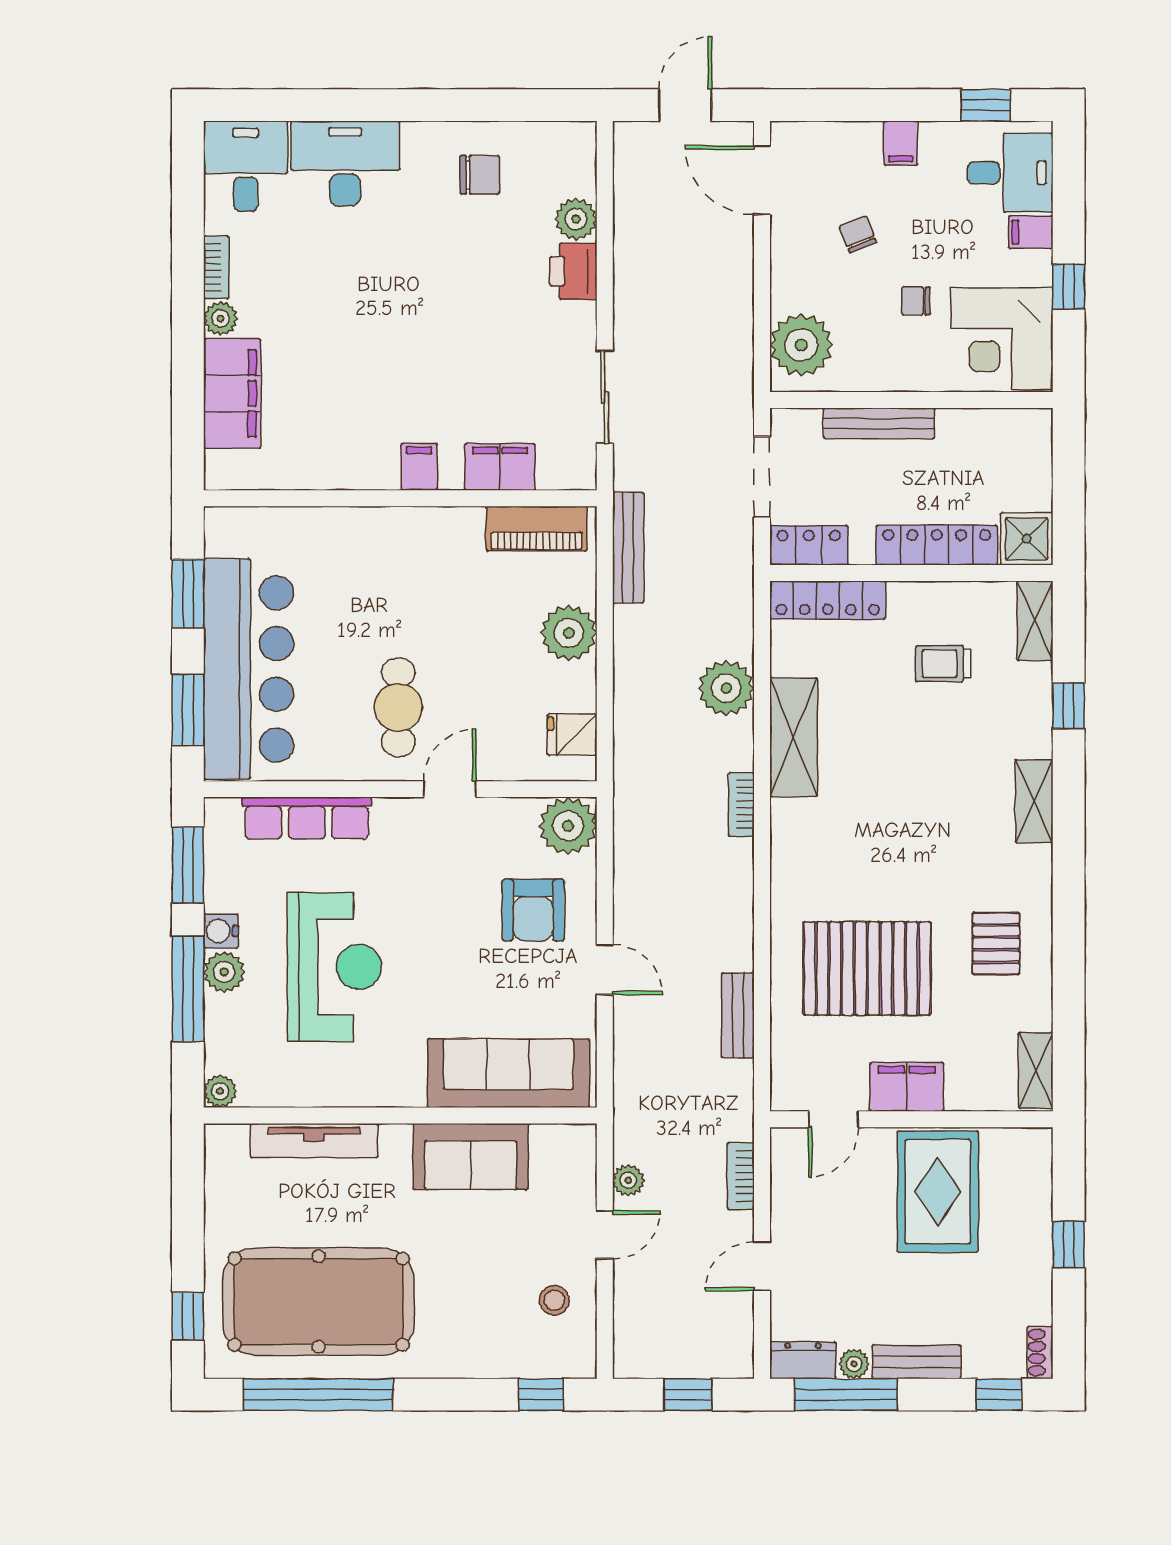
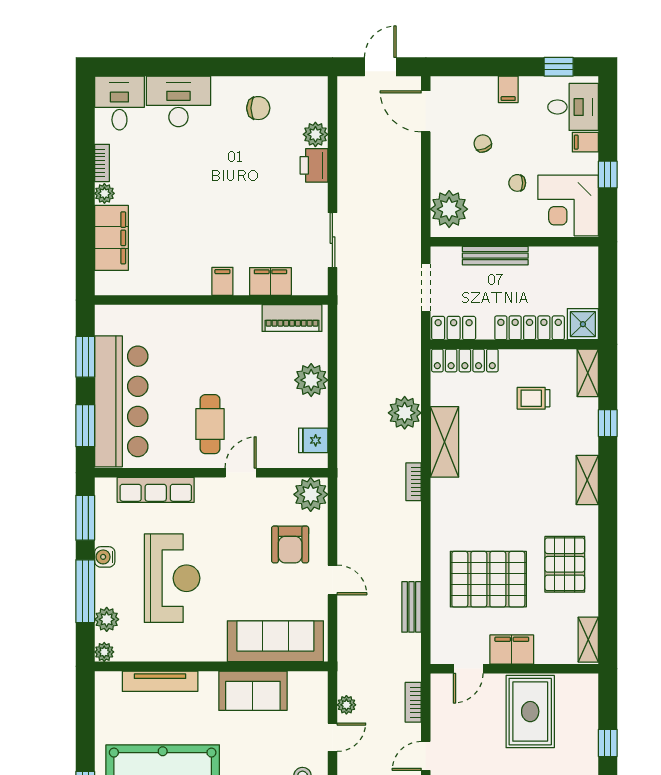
bench: (628, 548) -> (346, 329), removed
pallet: (996, 943) -> (565, 564), width x1.50, depth x1.42
plant: (224, 972) -> (107, 619), moved

